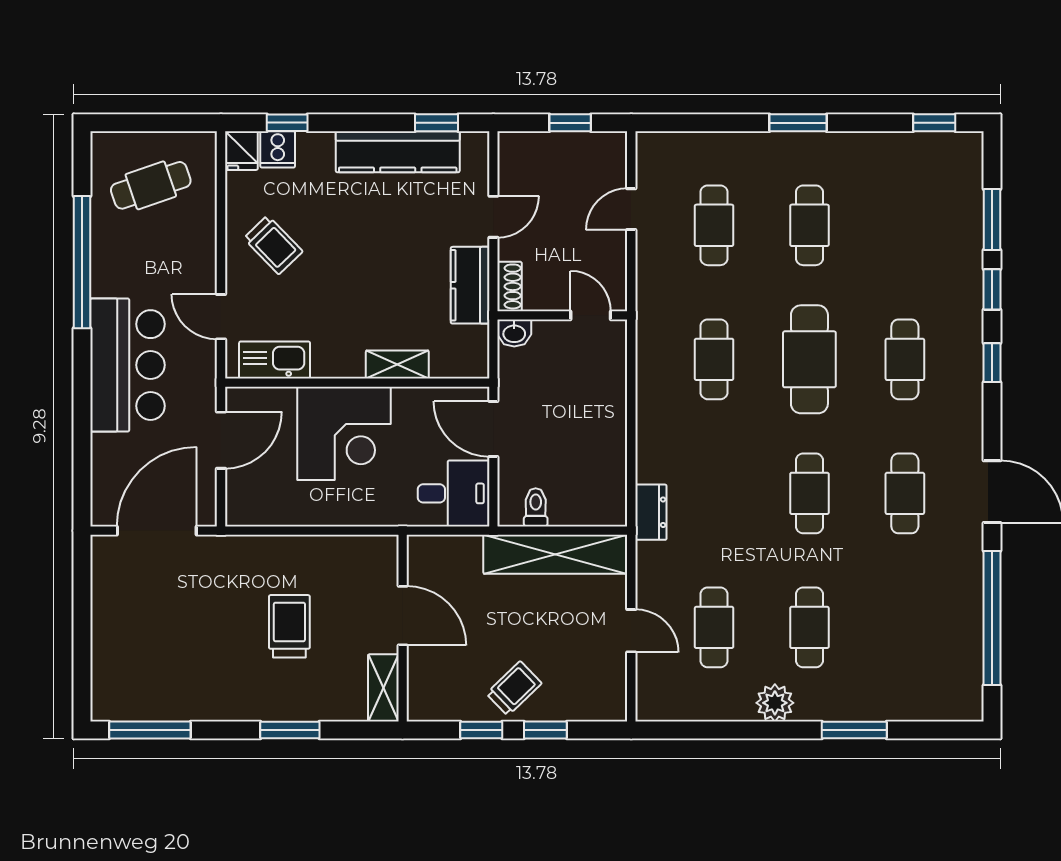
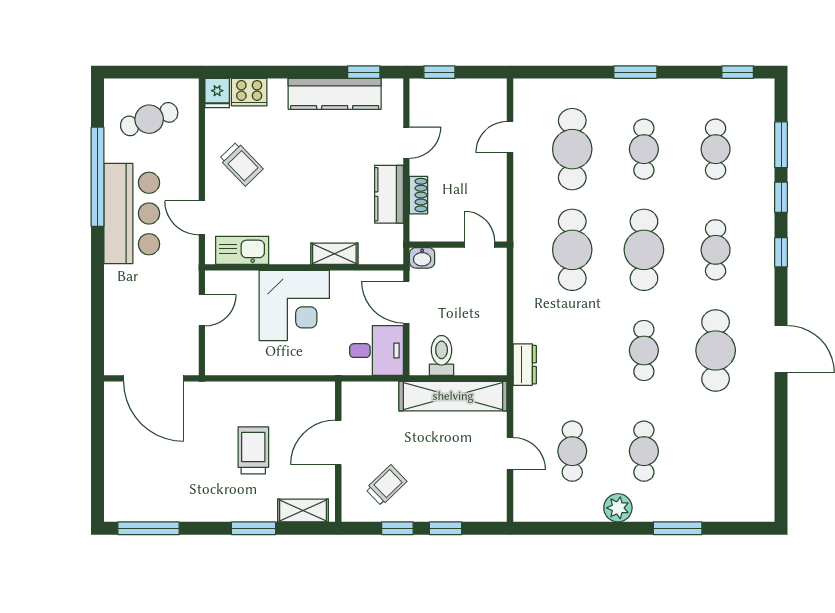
window: (287, 123) -> (252, 72), removed
window: (570, 123) -> (439, 72), moved
cooker: (278, 149) -> (249, 92), width x1.36
cafe table: (714, 225) -> (572, 149), width x1.37, depth x1.35
cafe table: (905, 225) -> (716, 149), added
wall: (562, 315) -> (458, 245), moved
door: (591, 315) -> (480, 245), moved
washbasin: (514, 333) -> (422, 258), moved
cafe table: (714, 359) -> (572, 250), width x1.37, depth x1.35
bar counter: (128, 365) -> (132, 213), moved
door: (221, 440) -> (202, 310), width x0.73
cafe table: (905, 493) -> (716, 350), width x1.37, depth x1.35
toilet: (536, 507) -> (442, 355), width x1.37, depth x1.39
door: (157, 531) -> (154, 378), swing flipped
door: (403, 616) -> (338, 442), swing flipped
window: (992, 618) -> (781, 444), removed
shelving: (383, 688) -> (303, 511), moved, turned 90
trolley: (514, 688) -> (386, 485), moved

